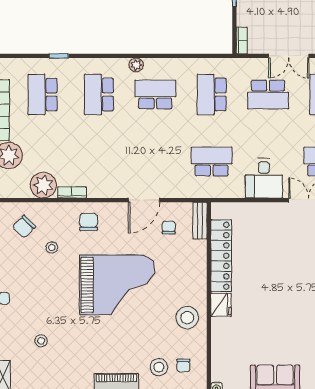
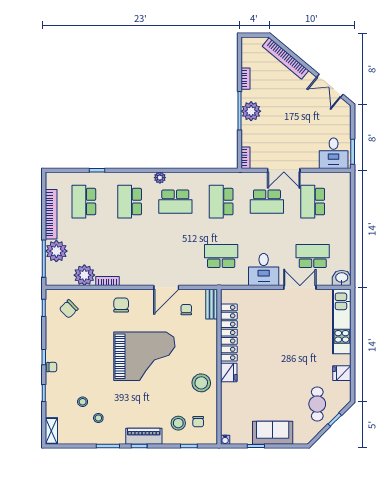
school desk: (155, 95) -> (175, 202), turned 180
stool: (52, 248) -> (98, 418), moved

